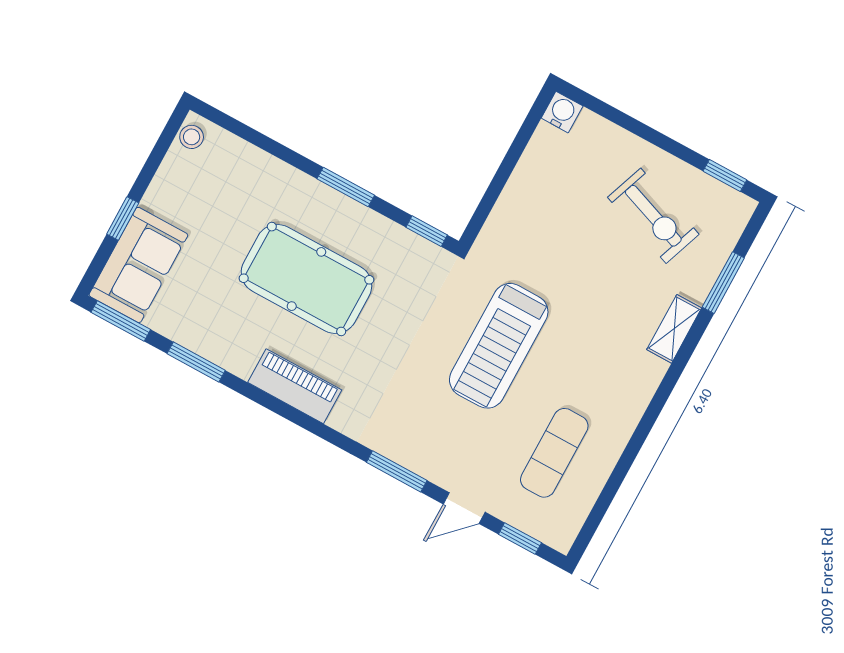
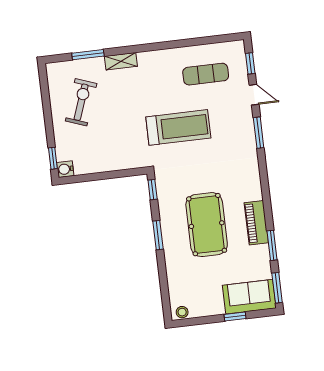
window: (725, 175) -> (53, 158), moved
piano: (295, 386) -> (256, 223), moved

